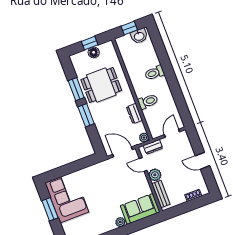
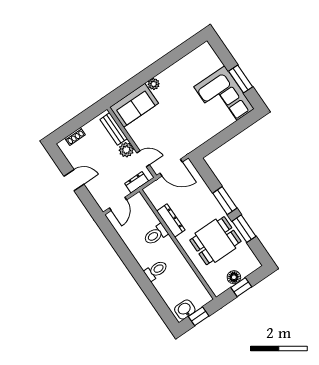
dresser: (134, 114) -> (171, 221), width x1.44
plant: (144, 138) -> (150, 191), removed

